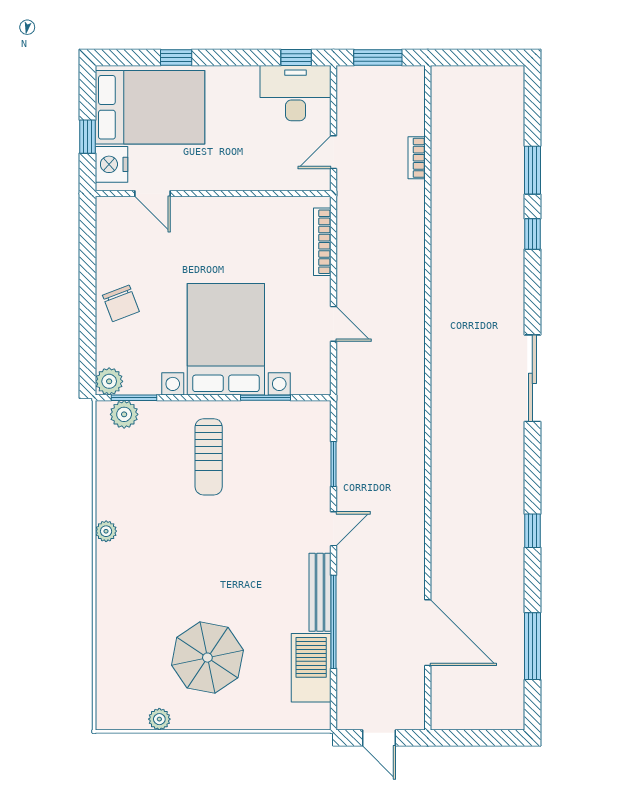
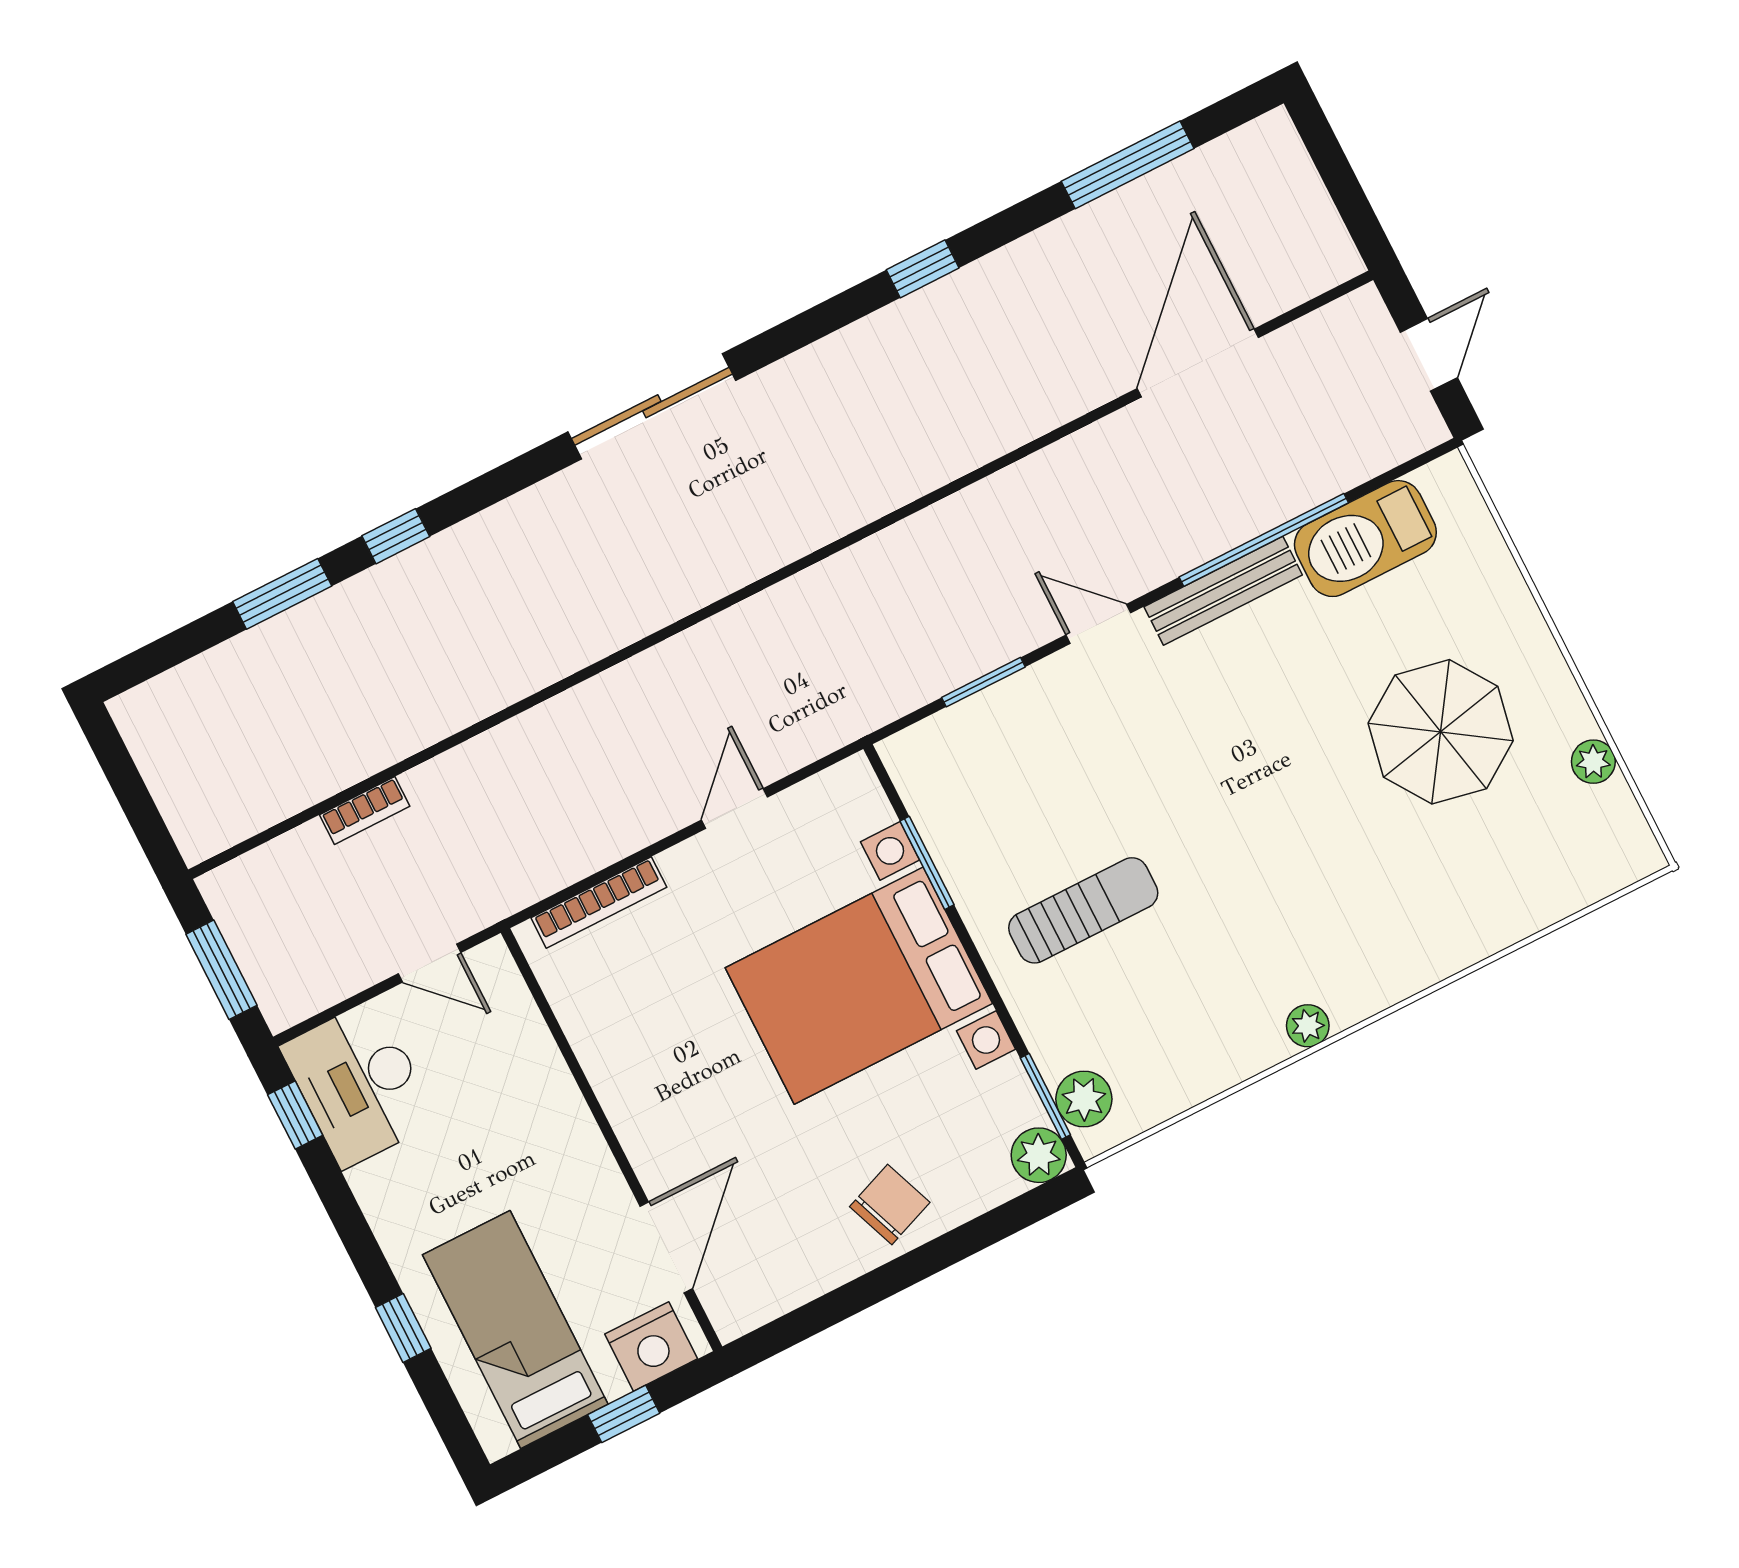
bed: (150, 107) -> (515, 1329), width x0.67
door: (152, 194) -> (666, 1247), width x1.38

